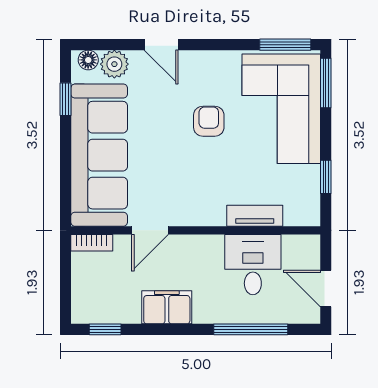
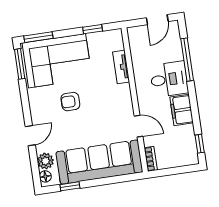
desk: (253, 265) -> (169, 79), moved, turned 180

